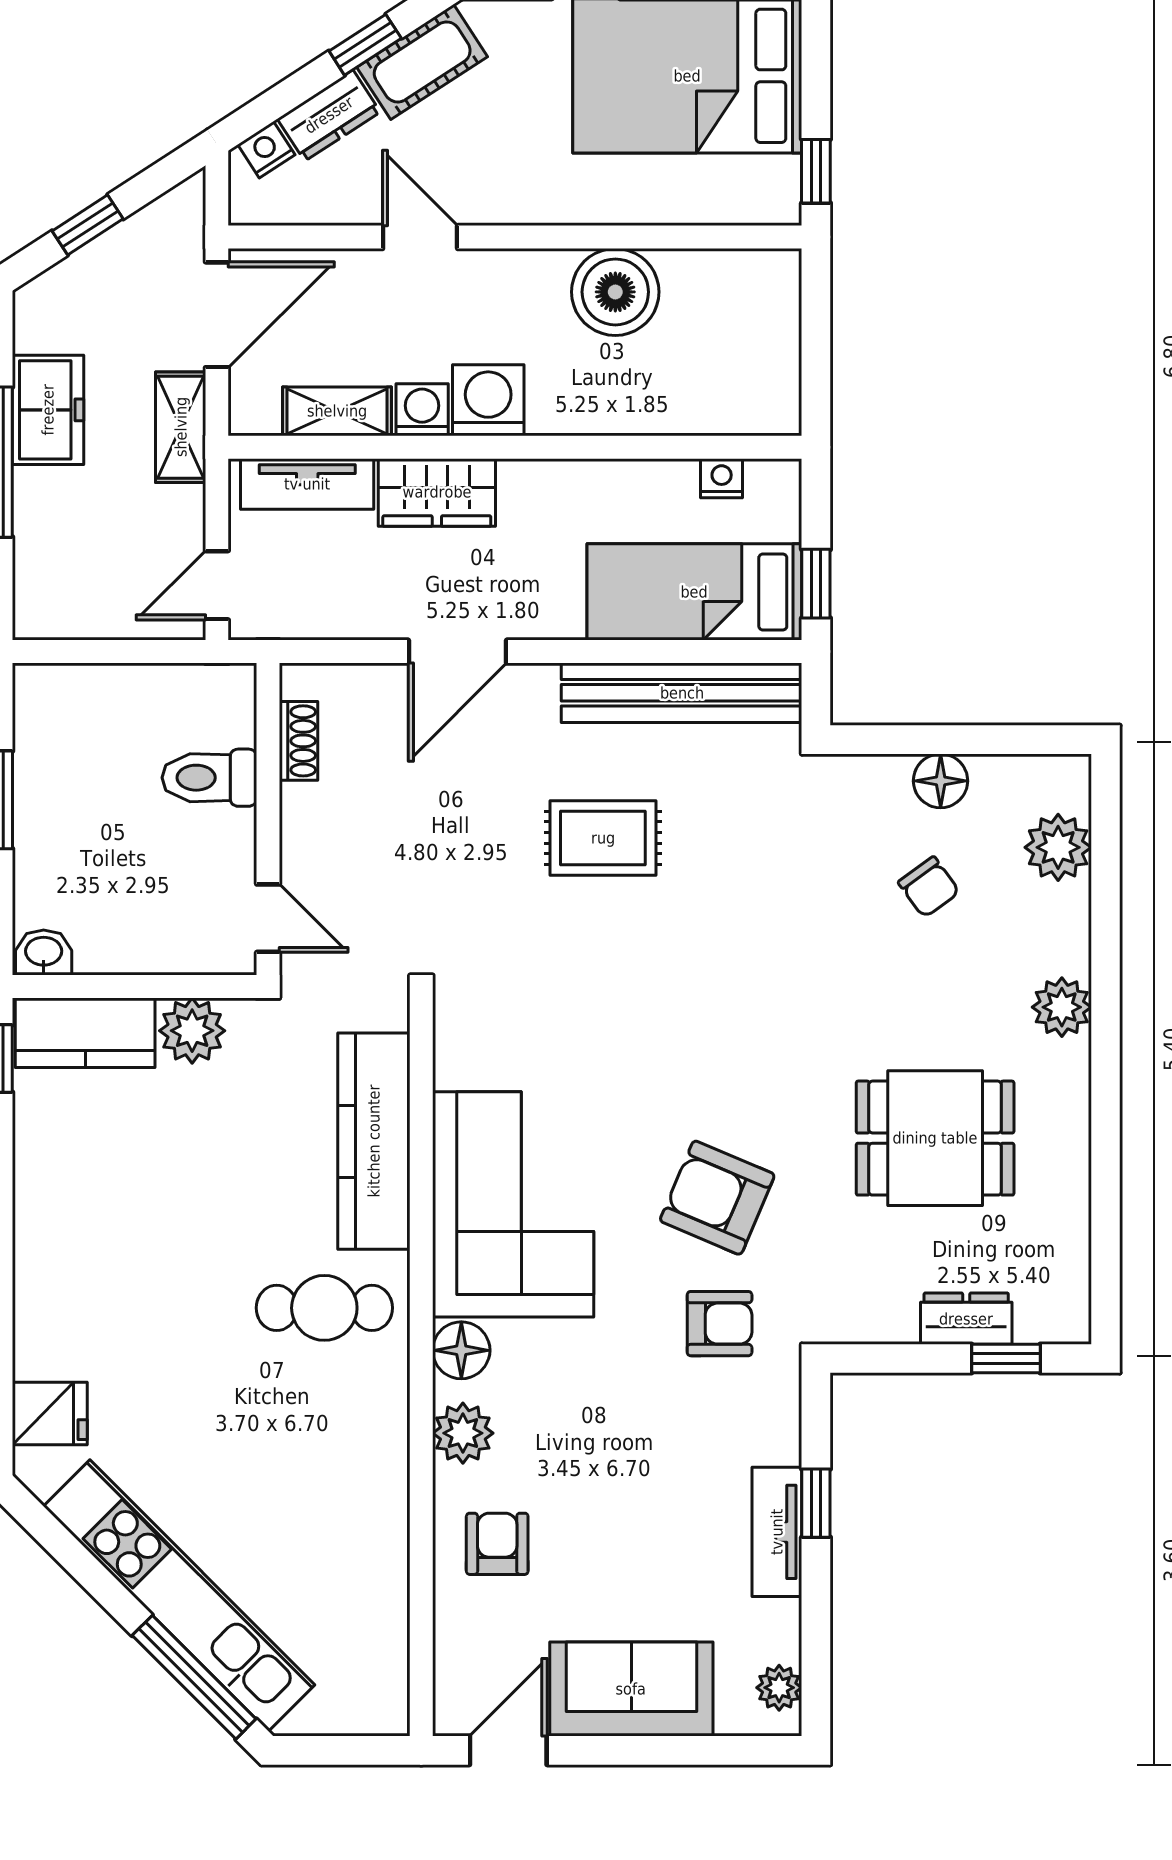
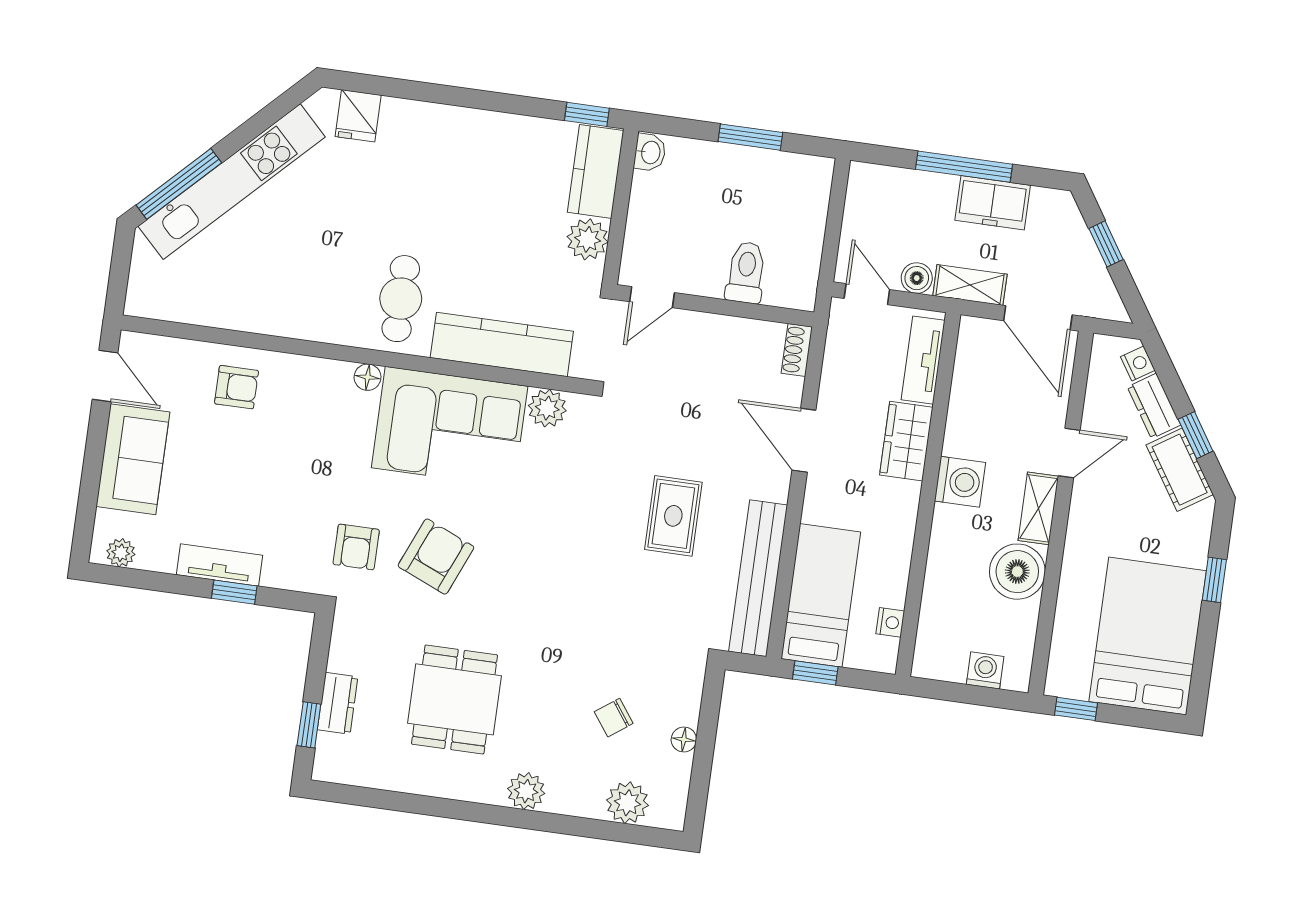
washing machine: (422, 410) -> (985, 670), moved, turned -90
shelving: (337, 411) -> (1038, 508), moved
boiler: (181, 511) -> (917, 278), added
shoe rack: (299, 741) -> (797, 350), moved, turned 90
floor lamp: (941, 781) -> (684, 740), width x0.73, depth x0.73
floor lamp: (461, 1350) -> (368, 377), width x0.73, depth x0.73
plant: (463, 1433) -> (547, 408), moved

